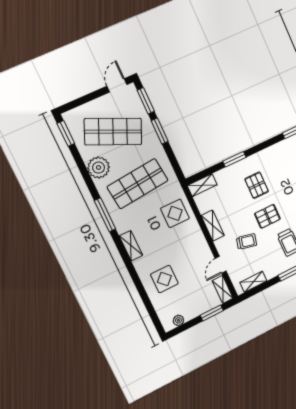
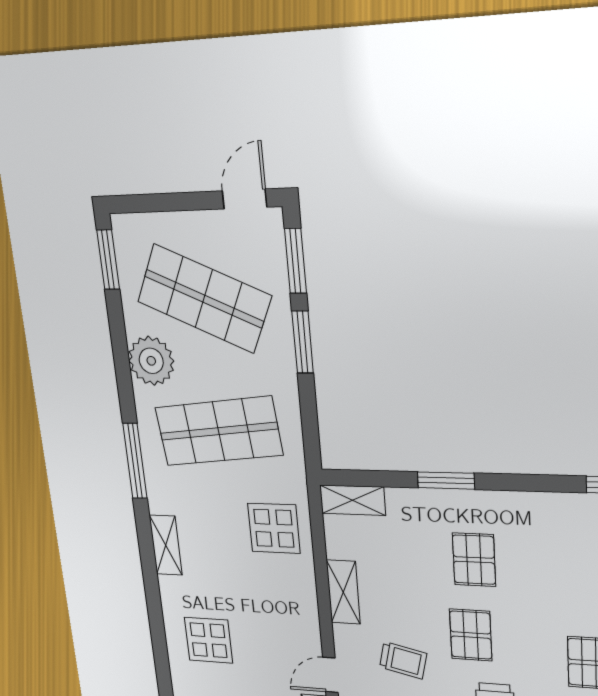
pallet: (267, 216) -> (471, 635), turned 90

